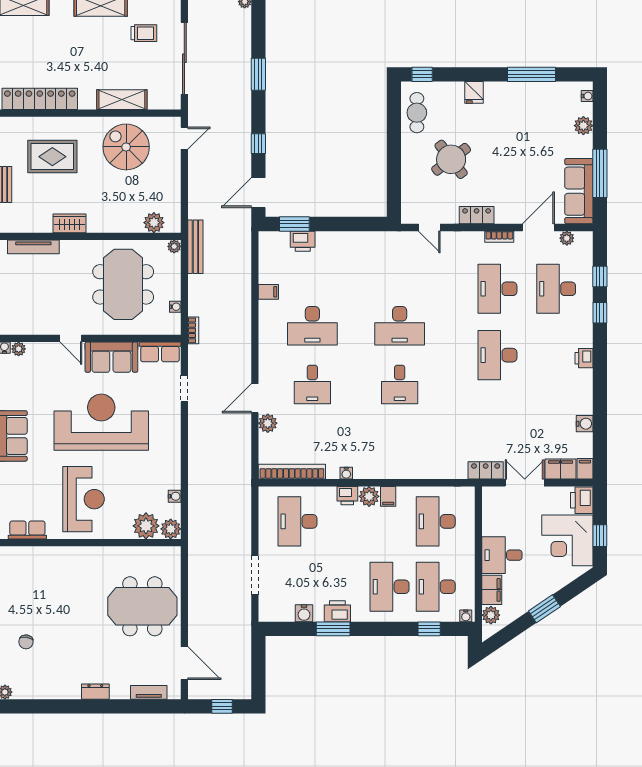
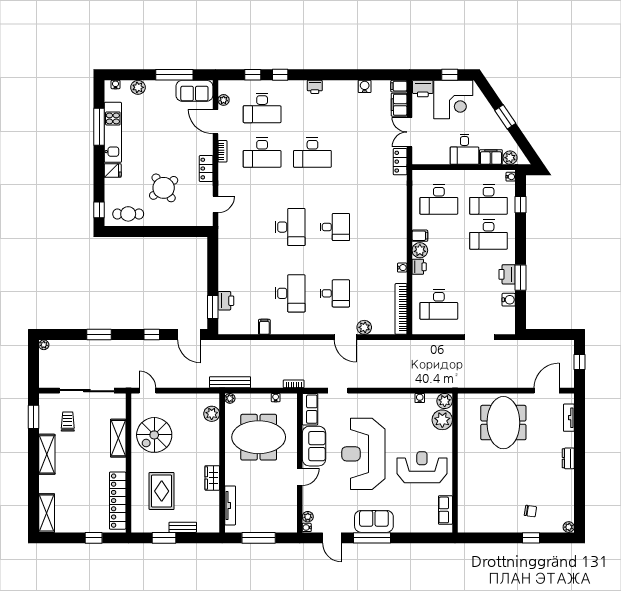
kitchen unit: (524, 93) -> (113, 132), added
sofa: (579, 191) -> (194, 91), width x0.73

